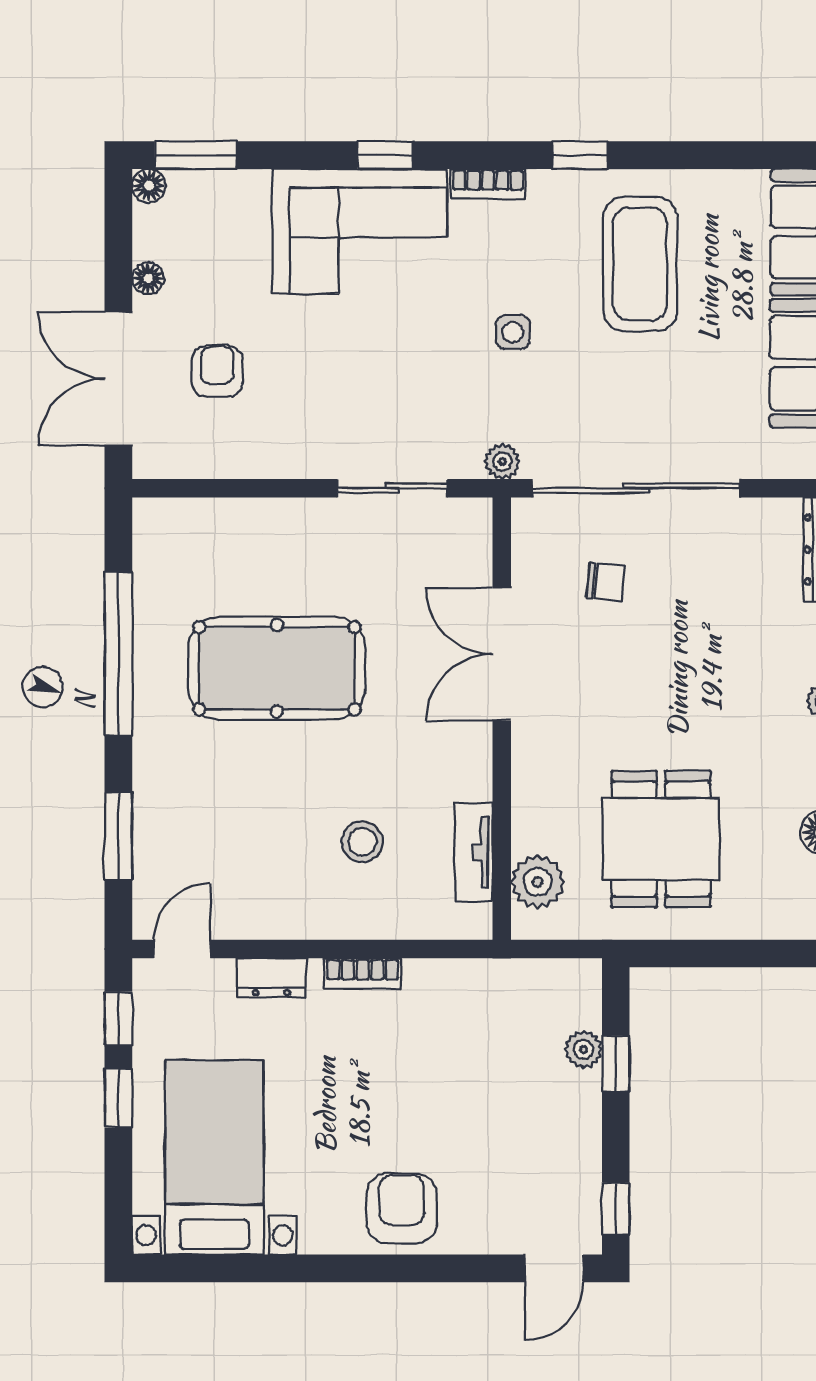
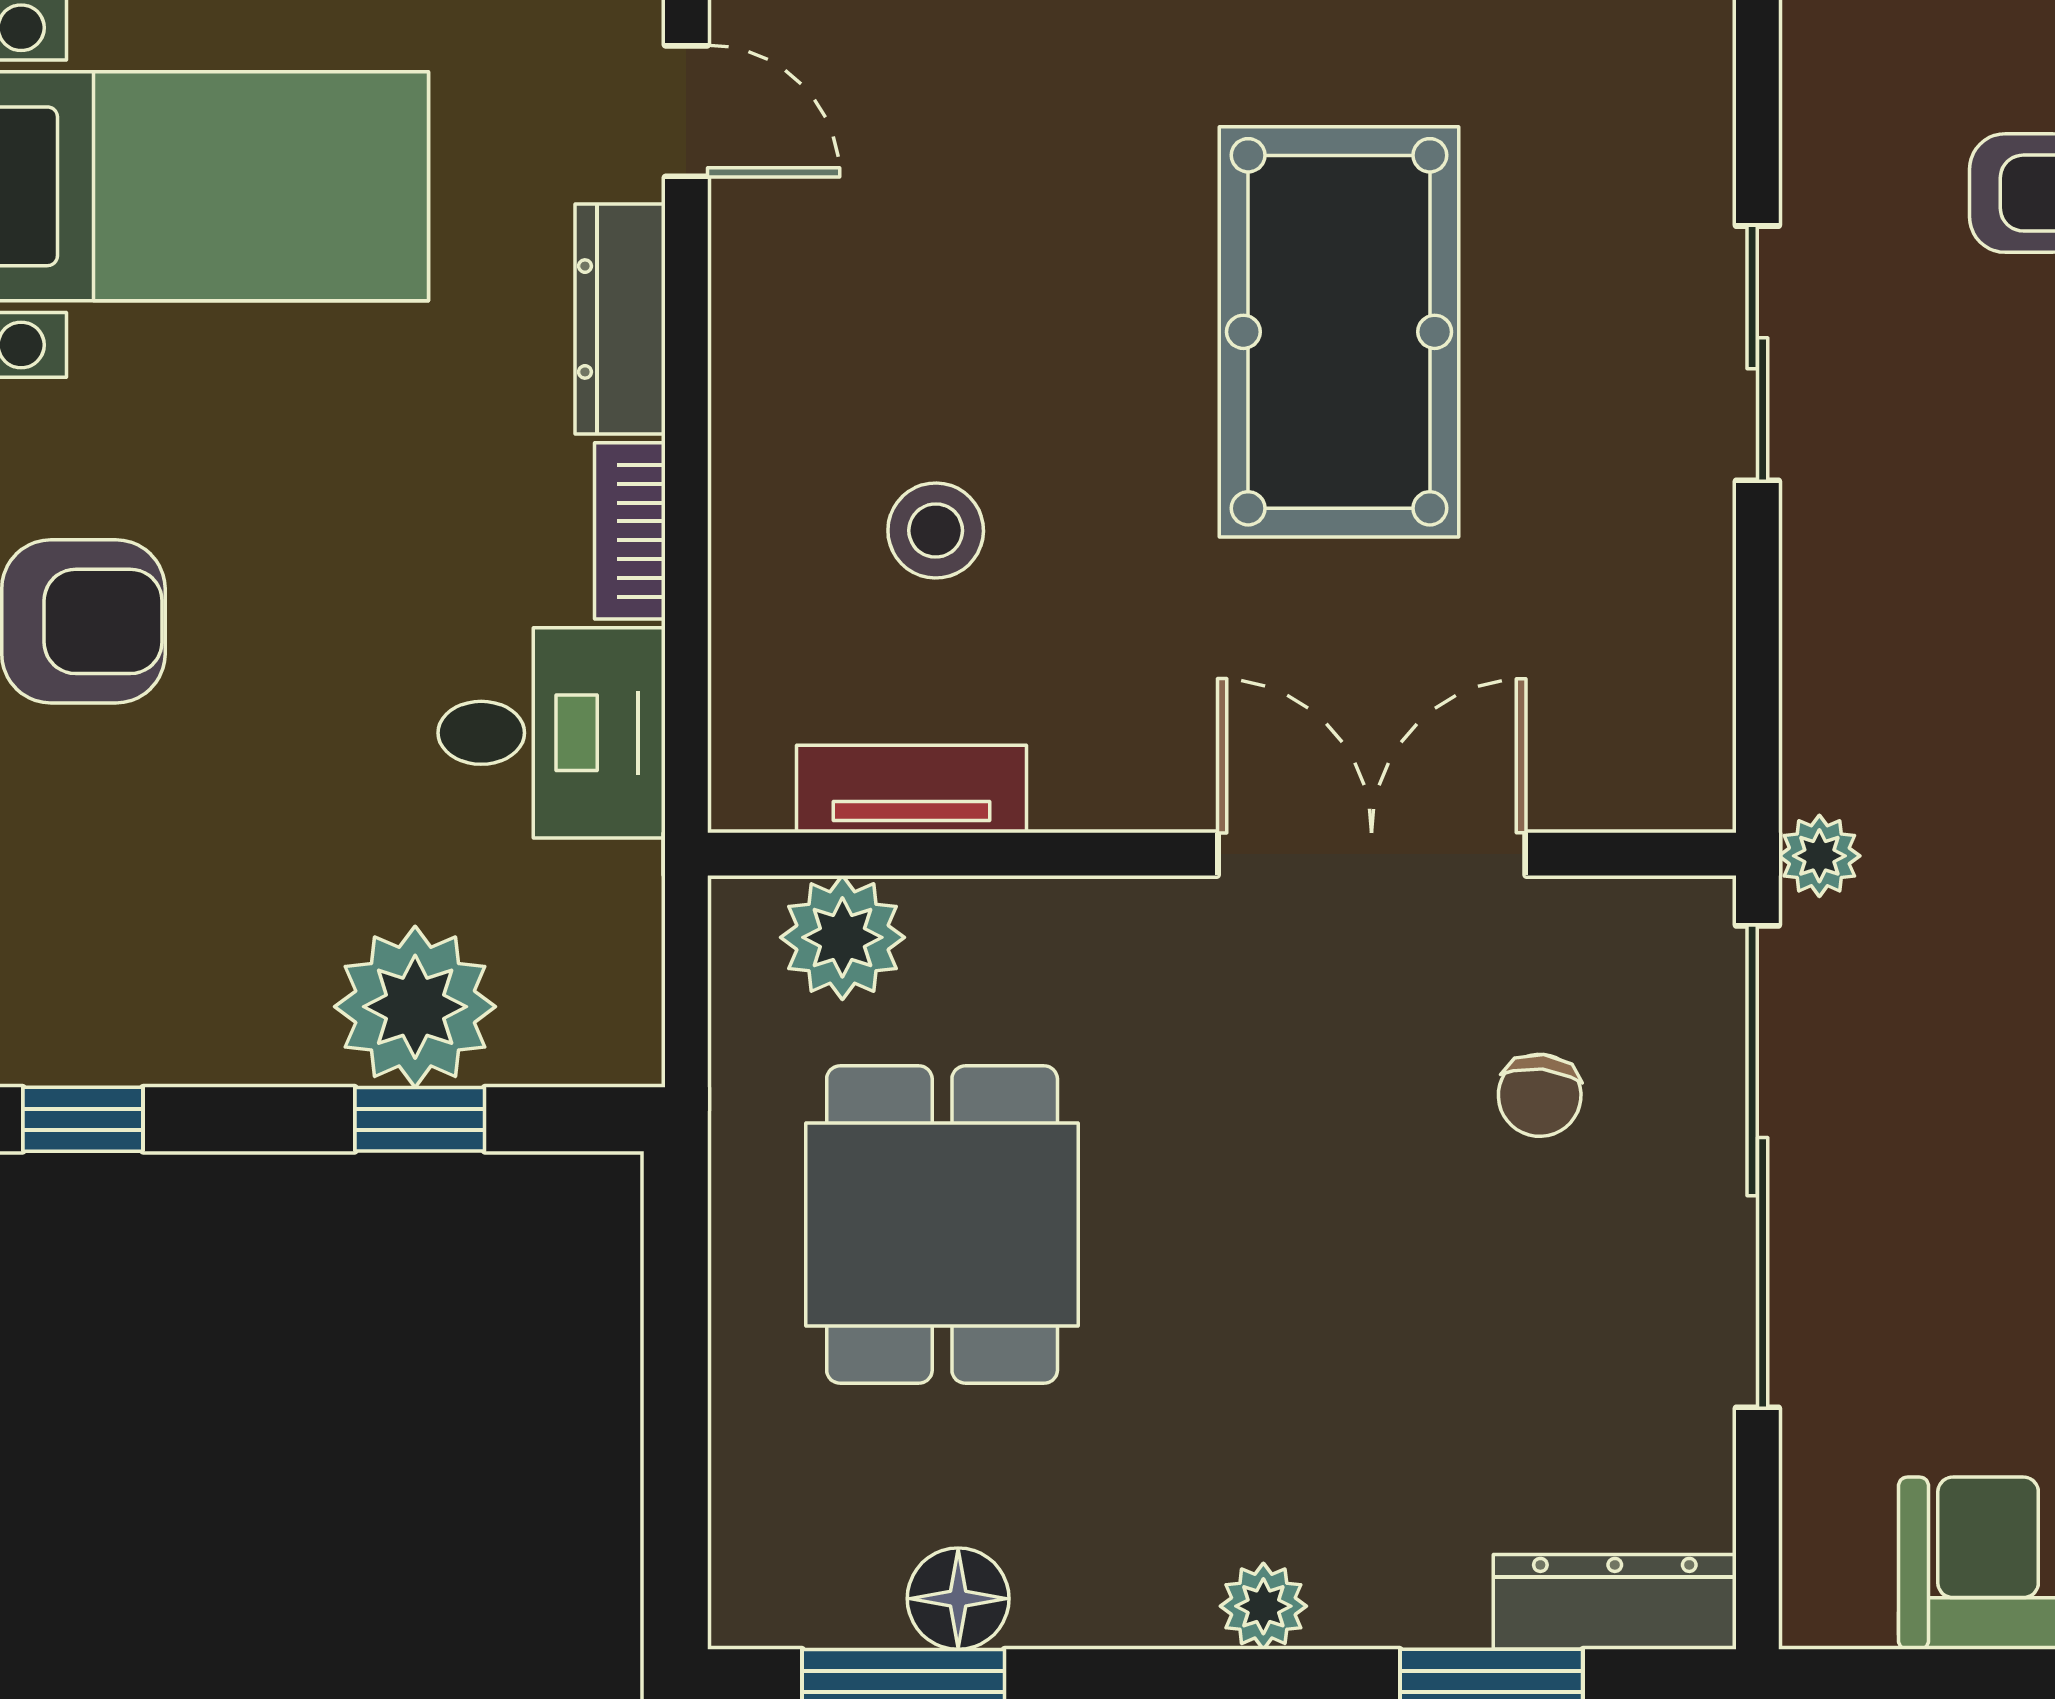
sliding door: (392, 488) -> (1757, 353), moved
dining table: (661, 839) -> (942, 1225), turned 90
dresser: (271, 977) -> (620, 319), width x1.44
desk: (449, 1007) -> (552, 733), added
plant: (584, 1050) -> (415, 1007), width x1.87, depth x1.87

